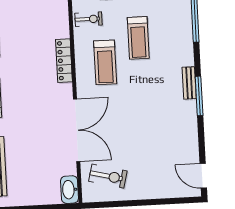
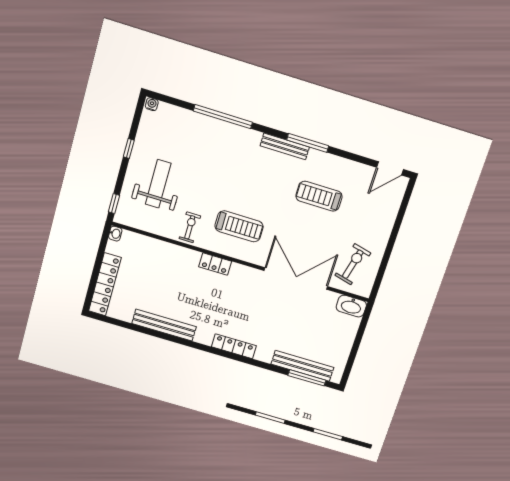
treadmill: (138, 38) -> (319, 196), moved, turned 180
locker: (64, 61) -> (215, 264), width x0.66
bench: (189, 83) -> (285, 146), width x1.36

